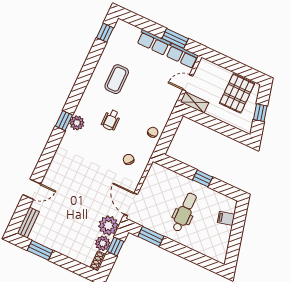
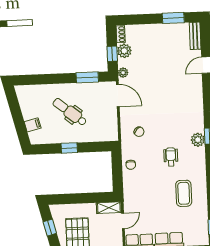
dental chair: (184, 212) -> (70, 112), turned 129
plant: (108, 225) -> (123, 73), width x0.53, depth x0.53

